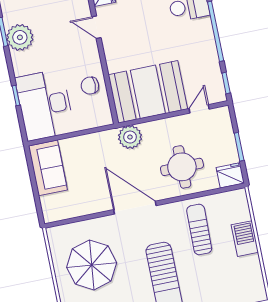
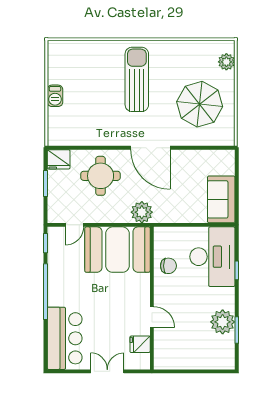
sun lounger: (199, 229) -> (96, 116), removed
barbecue: (245, 239) -> (55, 96), width x0.73, depth x0.79

